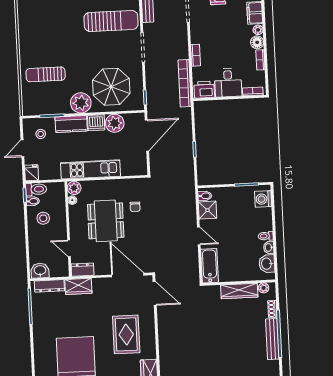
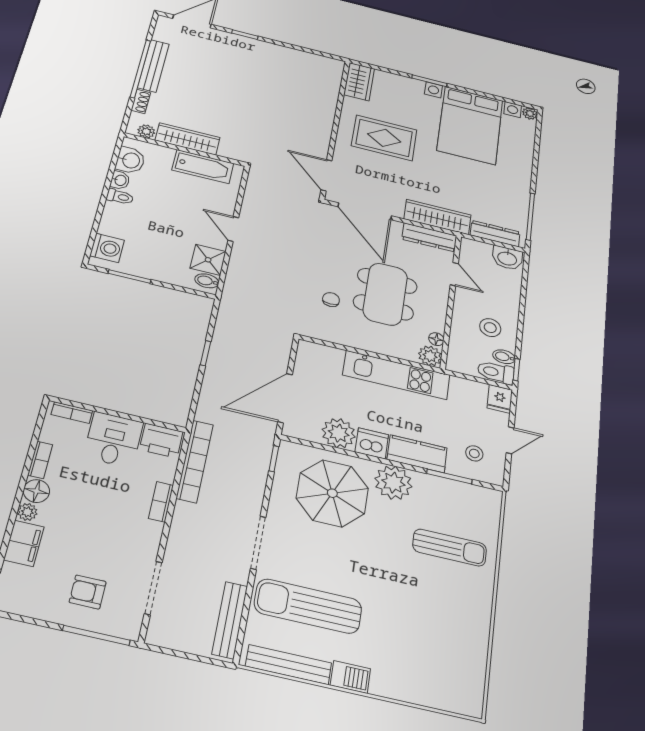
bathtub: (210, 266) -> (203, 167), moved, turned -90
dresser: (82, 270) -> (429, 237), width x1.44
wardrobe: (78, 286) -> (437, 217), width x1.50
rug: (126, 334) -> (384, 138), turned 90

